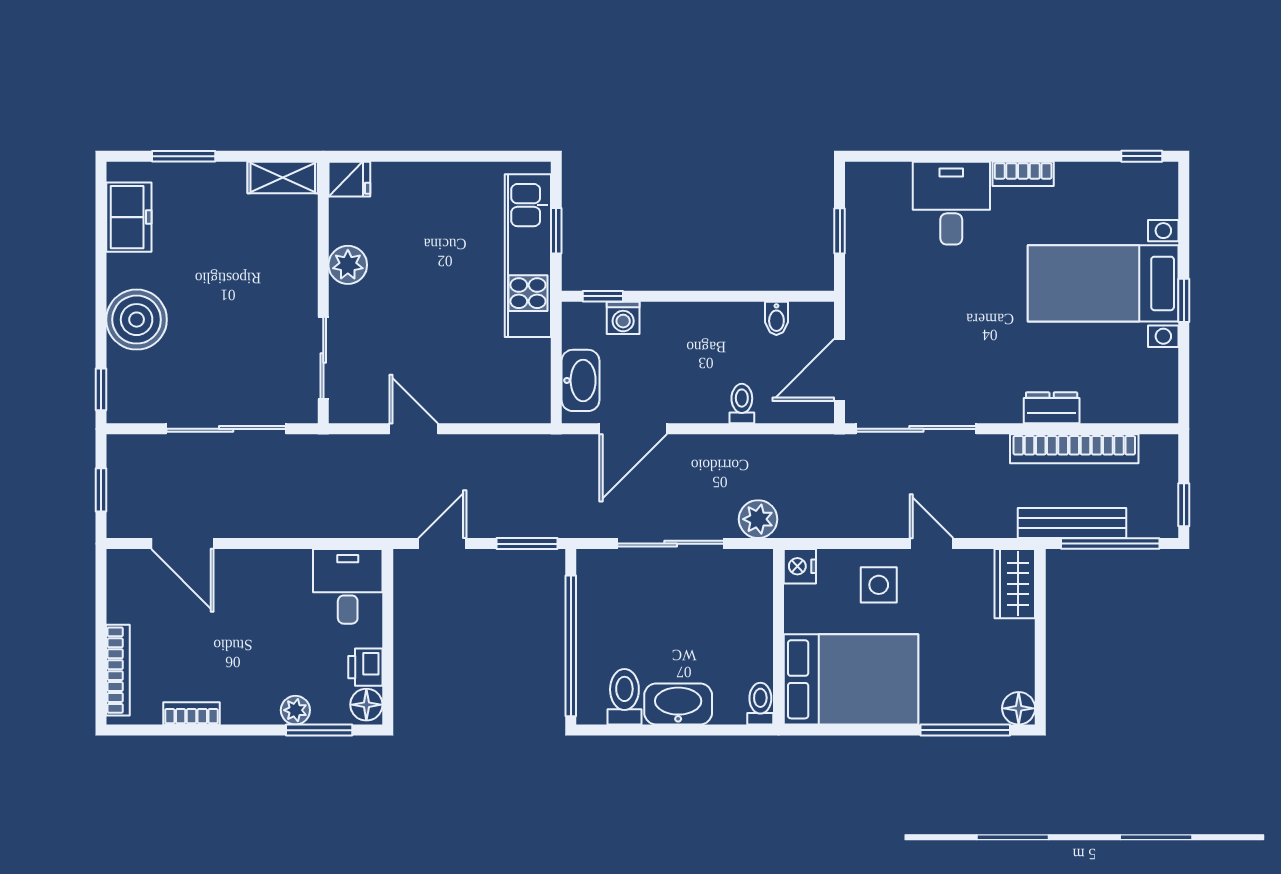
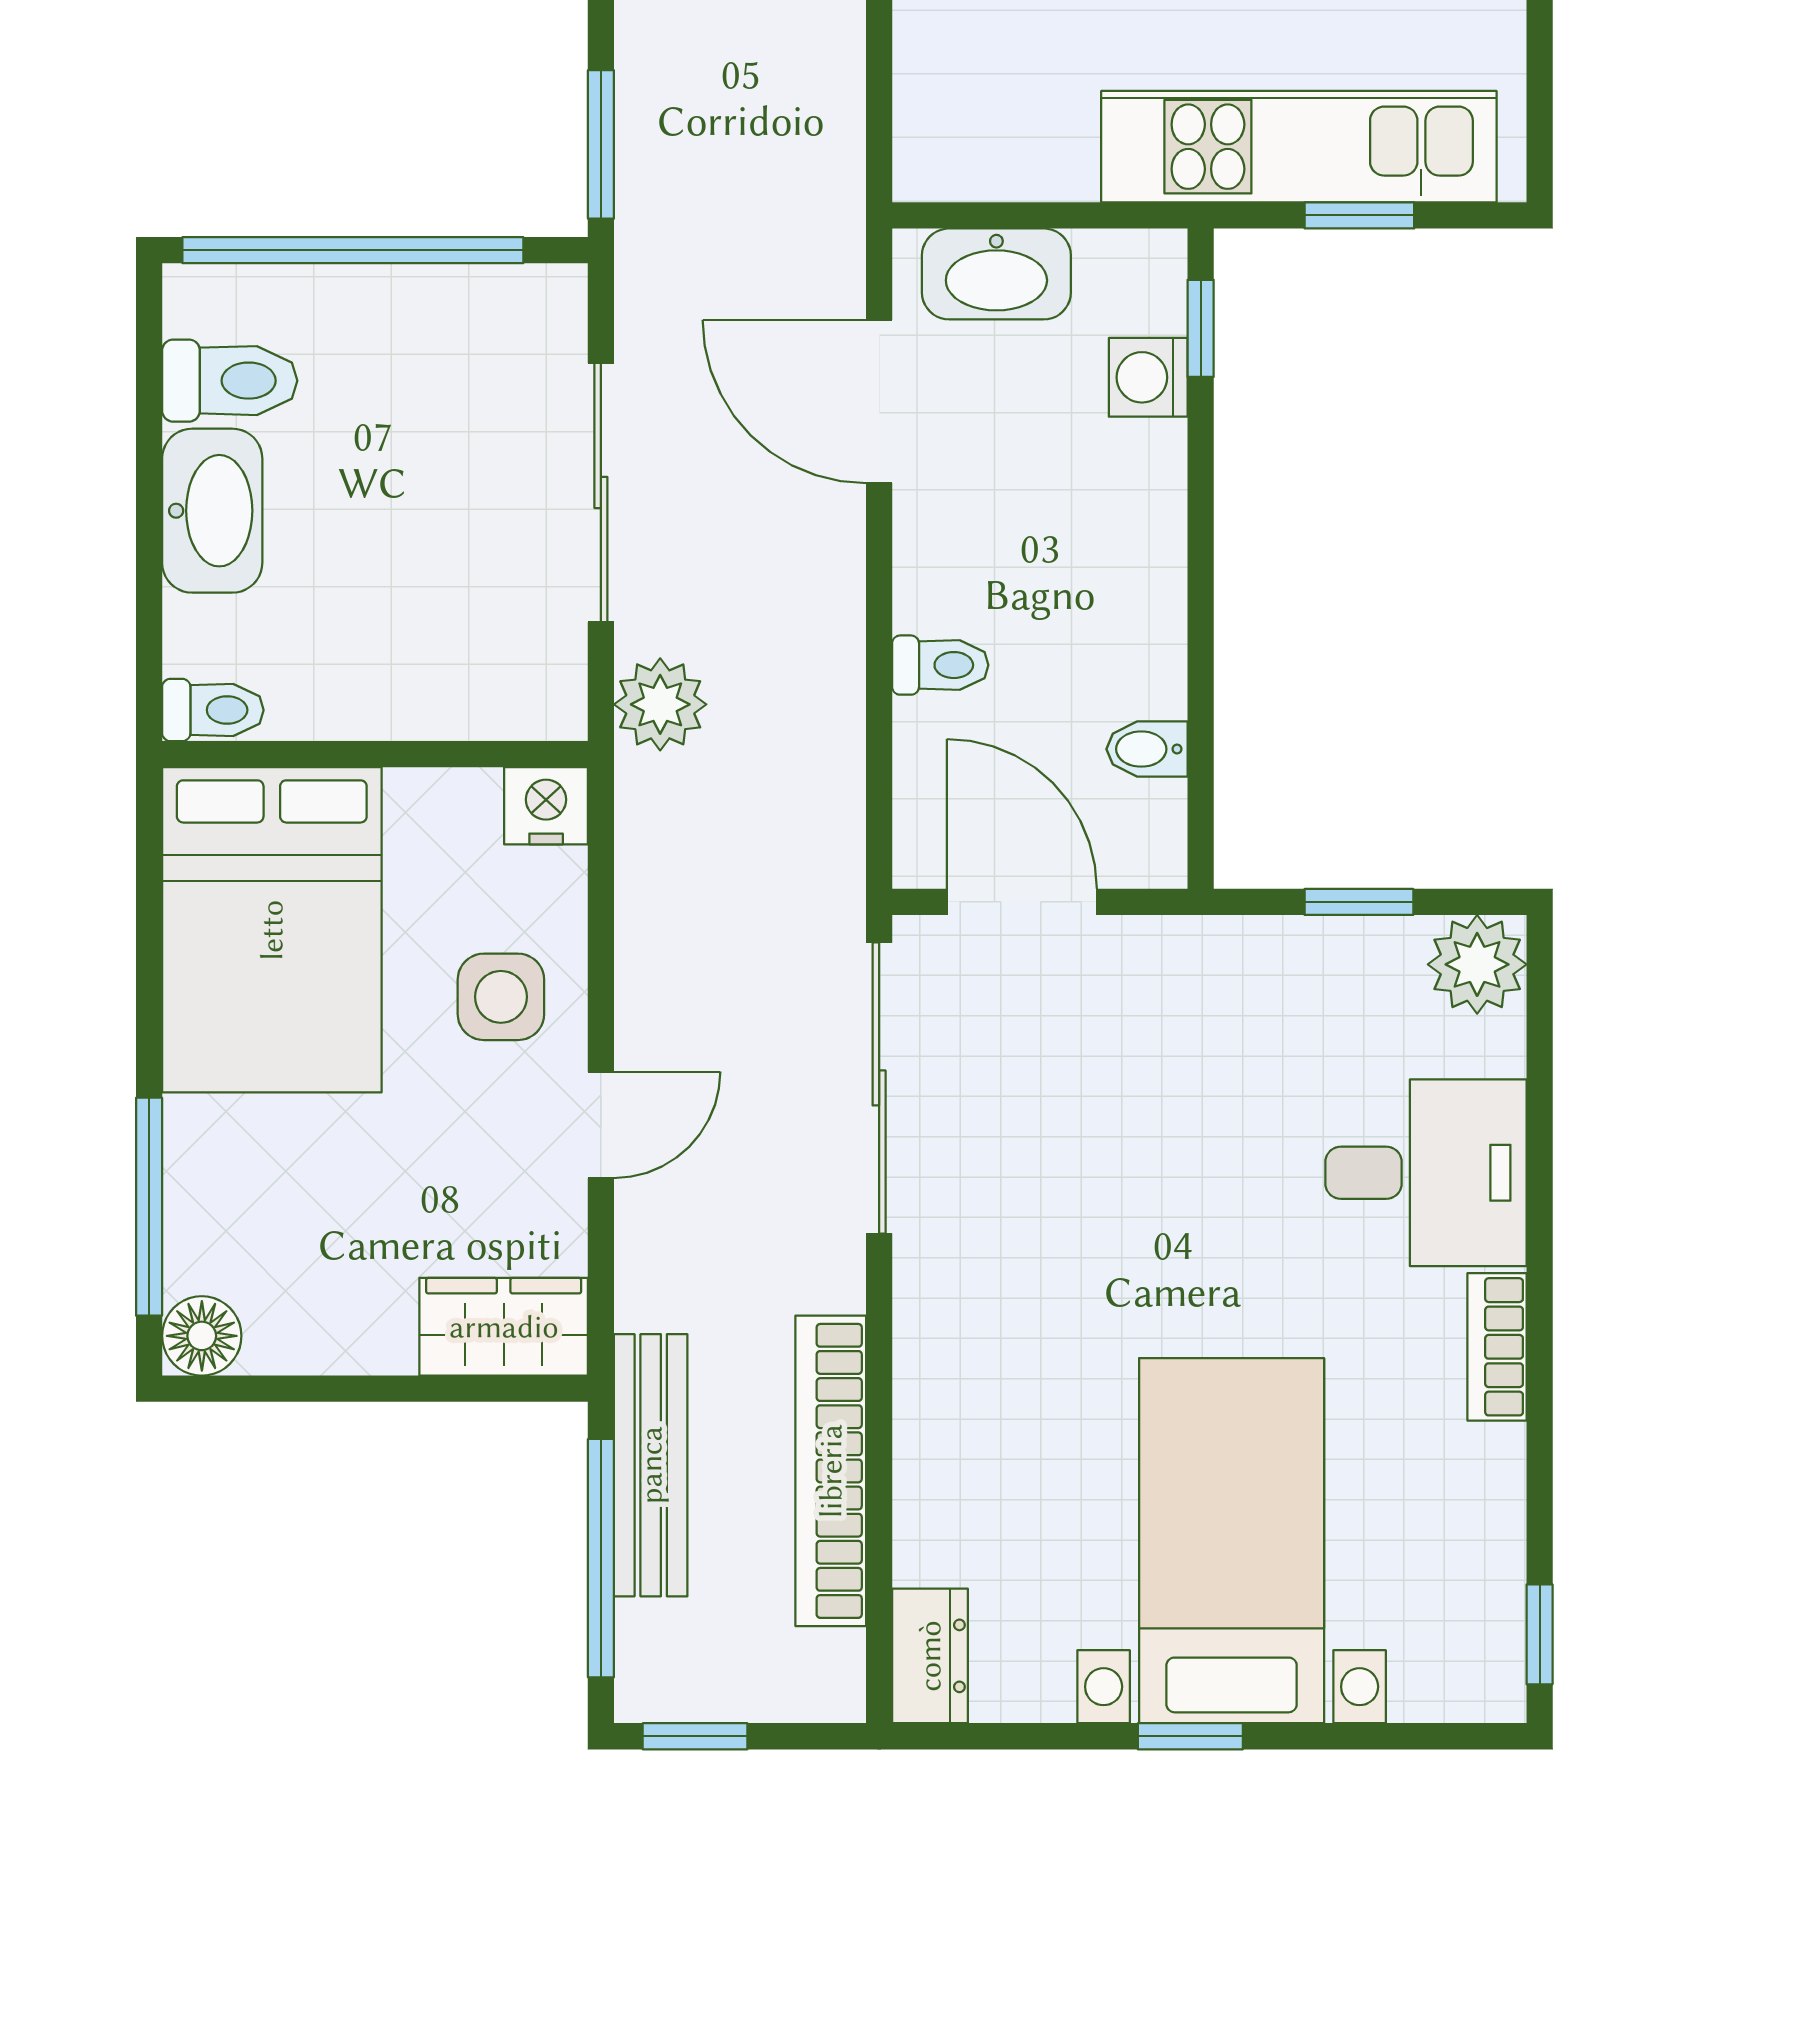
plant: (865, 182) -> (1477, 964), added
dresser: (1052, 408) -> (930, 1656), moved

